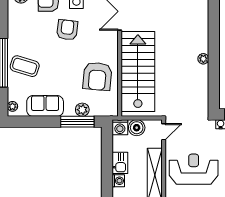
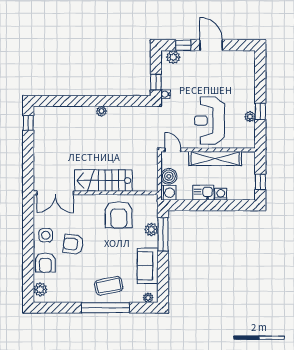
coffee table: (25, 66) -> (109, 286), turned 62
stairs: (138, 71) -> (103, 181), width x0.73, depth x0.66
armchair: (97, 76) -> (119, 215), turned 85

